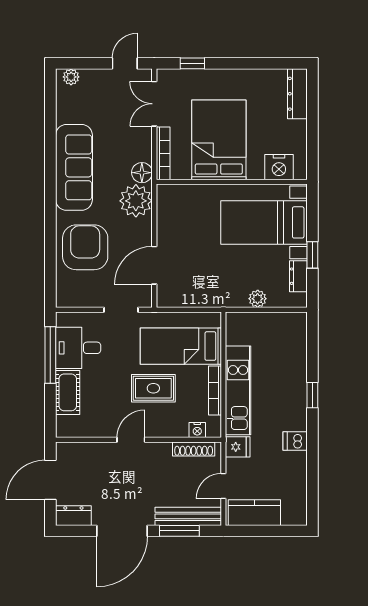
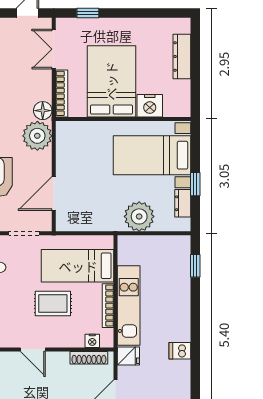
dresser: (297, 94) -> (182, 57), moved
nightstand: (279, 167) -> (150, 106), moved
plant: (258, 299) -> (139, 216), width x1.87, depth x1.87
window: (312, 395) -> (195, 266), moved
door: (131, 440) -> (33, 350), swing flipped

